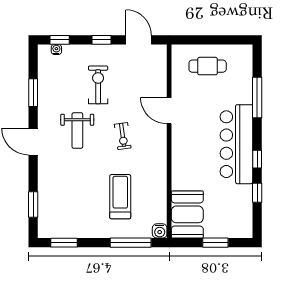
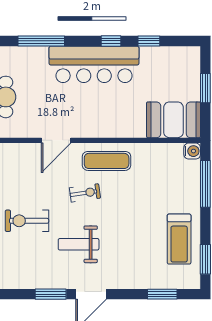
window: (33, 93) -> (51, 294), moved
weight bench: (77, 130) -> (79, 244), turned 180
exercise mat: (151, 155) -> (107, 161), added
treadmill: (120, 197) -> (179, 239), moved, turned -90

